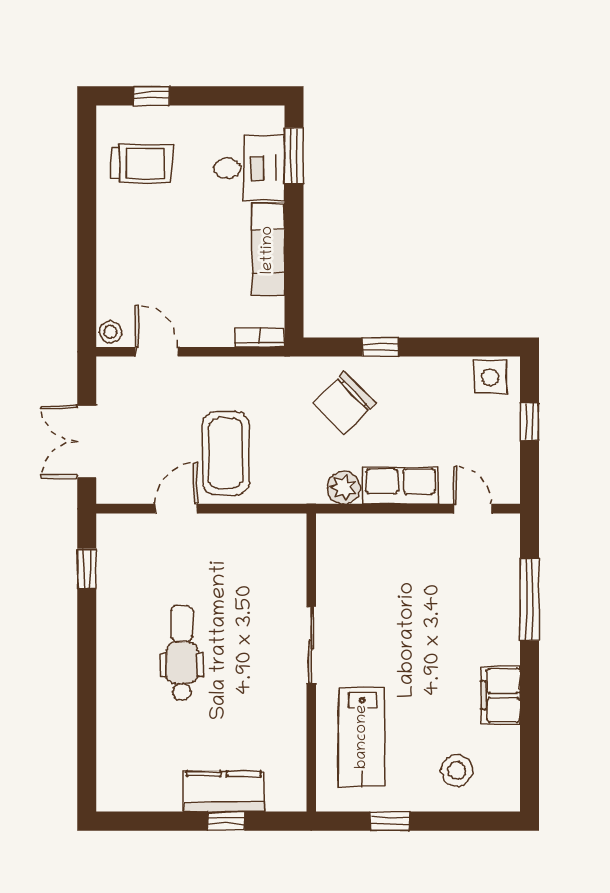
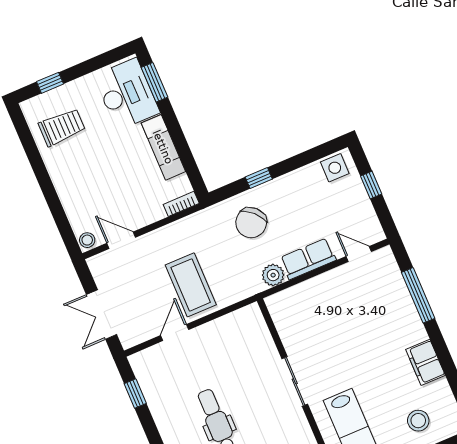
desk: (249, 168) -> (127, 94), width x1.37

